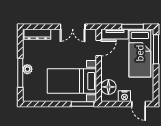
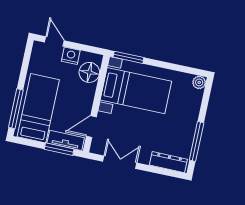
window: (132, 27) -> (59, 149), moved
plant: (27, 69) -> (199, 82), moved
window: (20, 73) -> (197, 141), moved

